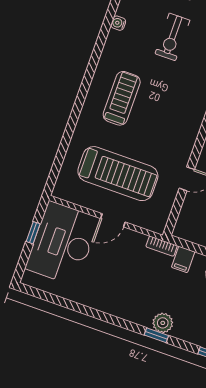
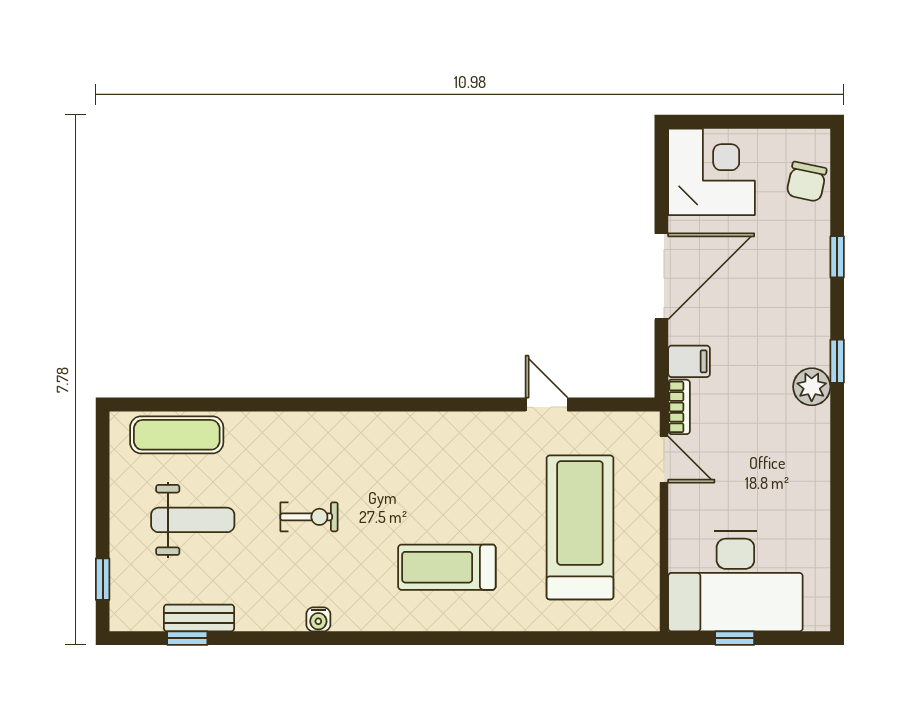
exercise bike: (172, 37) -> (309, 517), width x0.73, depth x0.72
door: (113, 220) -> (664, 459), moved
plant: (163, 323) -> (812, 387), moved

